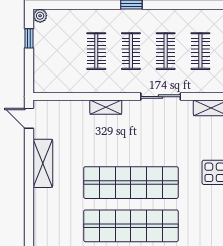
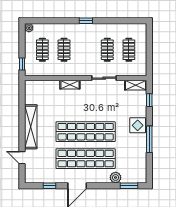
window: (29, 38) -> (22, 64), moved
clothes rail: (131, 51) -> (42, 50), moved
door: (29, 118) -> (22, 158), moved
shelving: (43, 163) -> (31, 127), width x1.47

